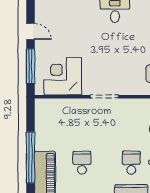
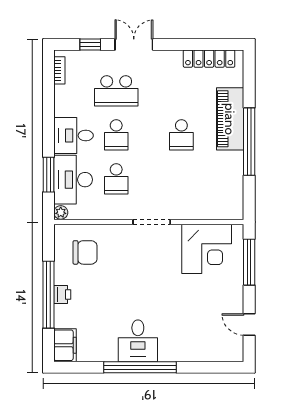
door: (31, 31) -> (249, 324), moved
school desk: (131, 129) -> (116, 179), added

